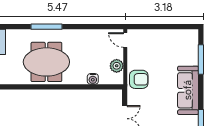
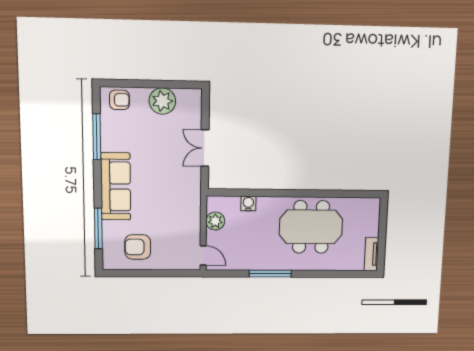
window: (46, 27) -> (270, 274), moved
armchair: (139, 79) -> (138, 247), moved

